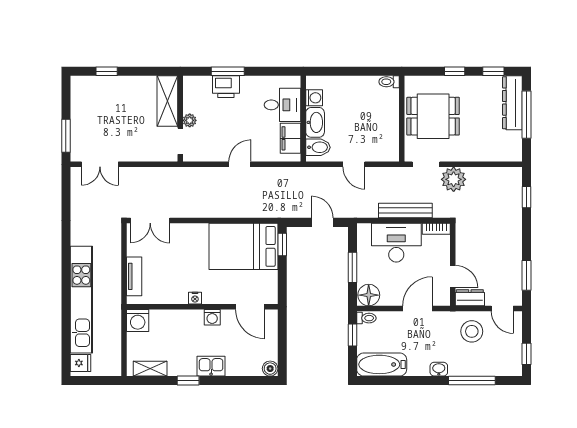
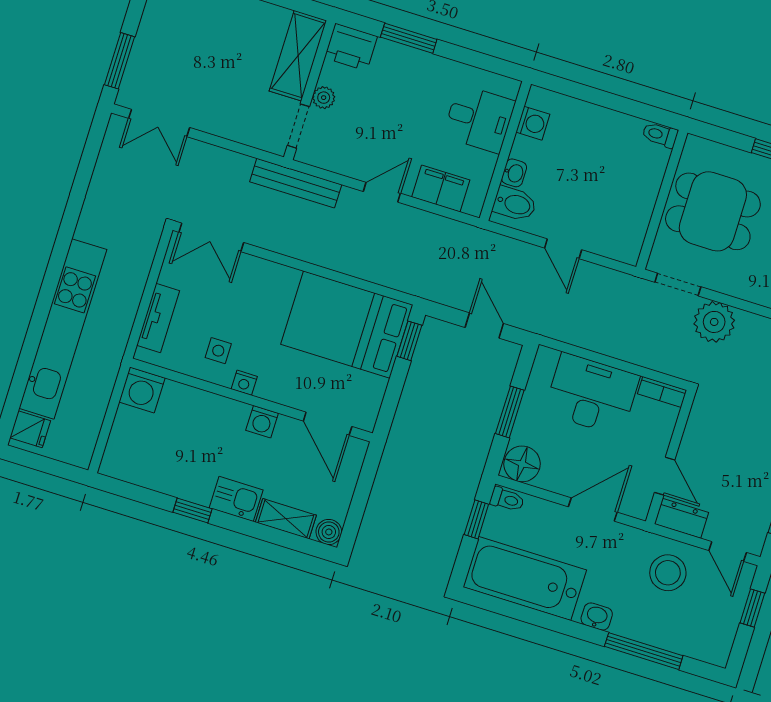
printer: (226, 87) -> (351, 47), moved
washbasin: (315, 122) -> (514, 173), width x0.52, depth x0.69
filing cabinet: (290, 138) -> (441, 188), moved, turned 90
bench: (405, 211) -> (296, 183), moved
side table: (174, 284) -> (218, 351), added
window: (527, 354) -> (752, 608), moved
bathtub: (382, 364) -> (525, 578), width x1.36, depth x1.36
shelving: (150, 369) -> (286, 519), moved

